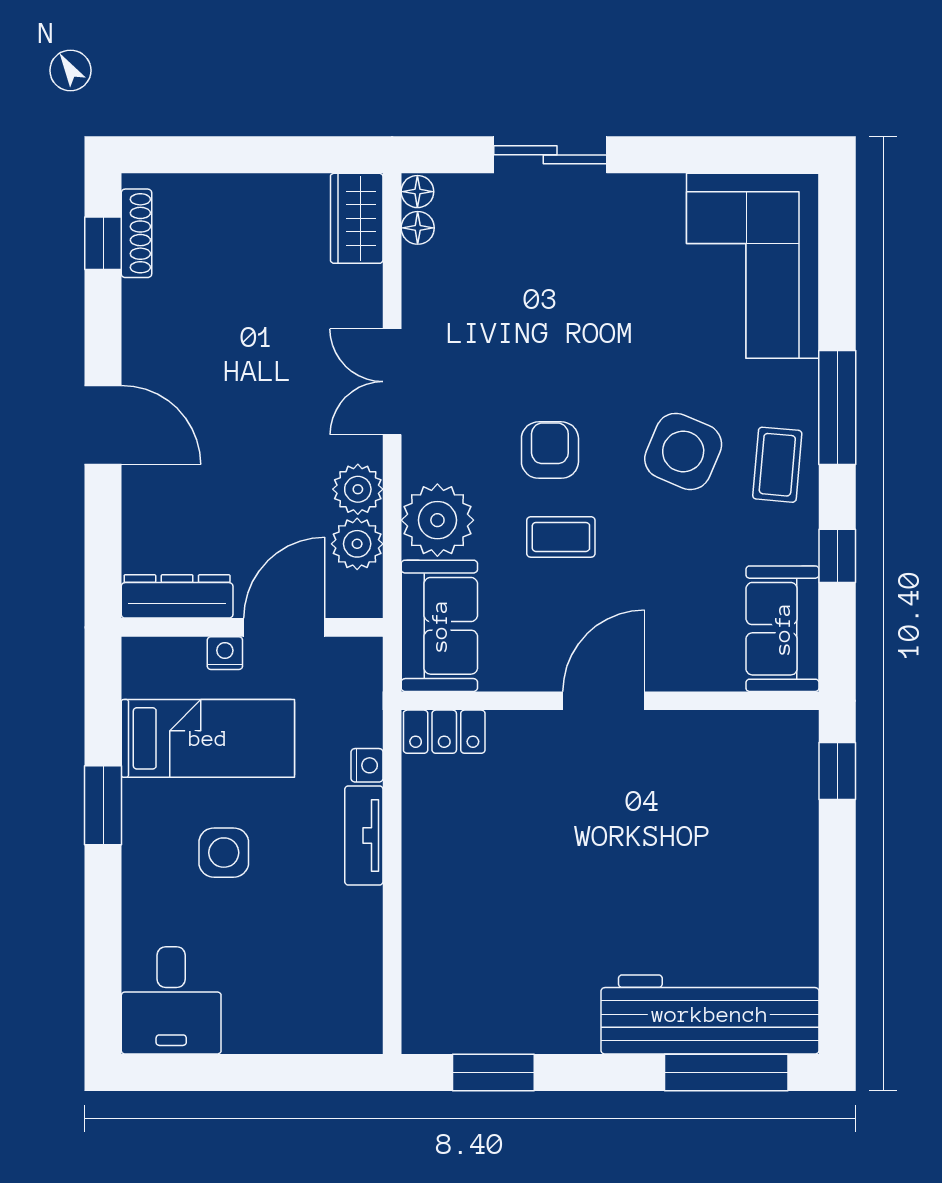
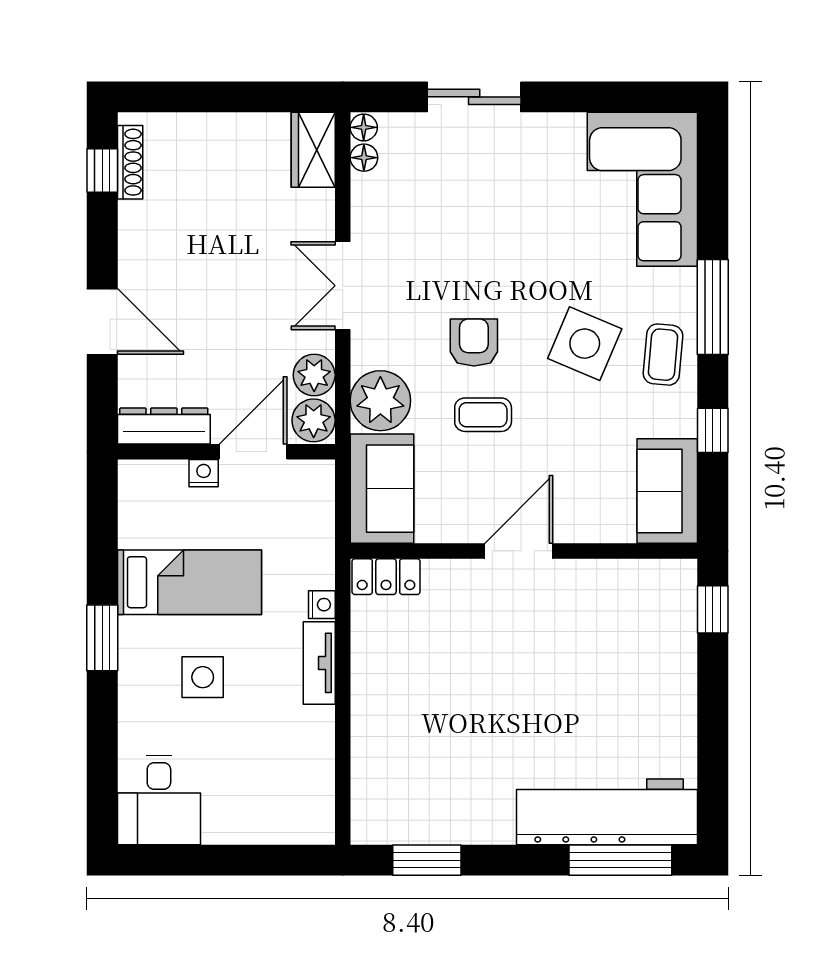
dresser: (177, 596) -> (164, 426), moved
wall: (252, 627) -> (226, 452), moved
door: (284, 627) -> (253, 452), moved
nightstand: (225, 653) -> (204, 473), moved

